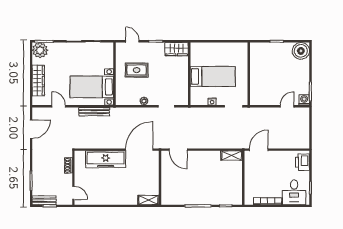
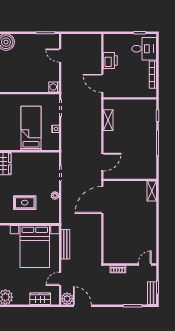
rug: (137, 70) -> (25, 203), turned 90
wardrobe: (38, 81) -> (40, 299), width x0.67
bed with nightstands: (92, 87) -> (35, 246), width x1.36
washing machine: (304, 100) -> (54, 87), moved
plant: (38, 113) -> (67, 299), added
door: (139, 150) -> (102, 200), hinge flipped
shelving: (231, 156) -> (108, 120), moved
freezer: (106, 159) -> (112, 233), removed
printer: (302, 162) -> (110, 60), moved, turned -90

